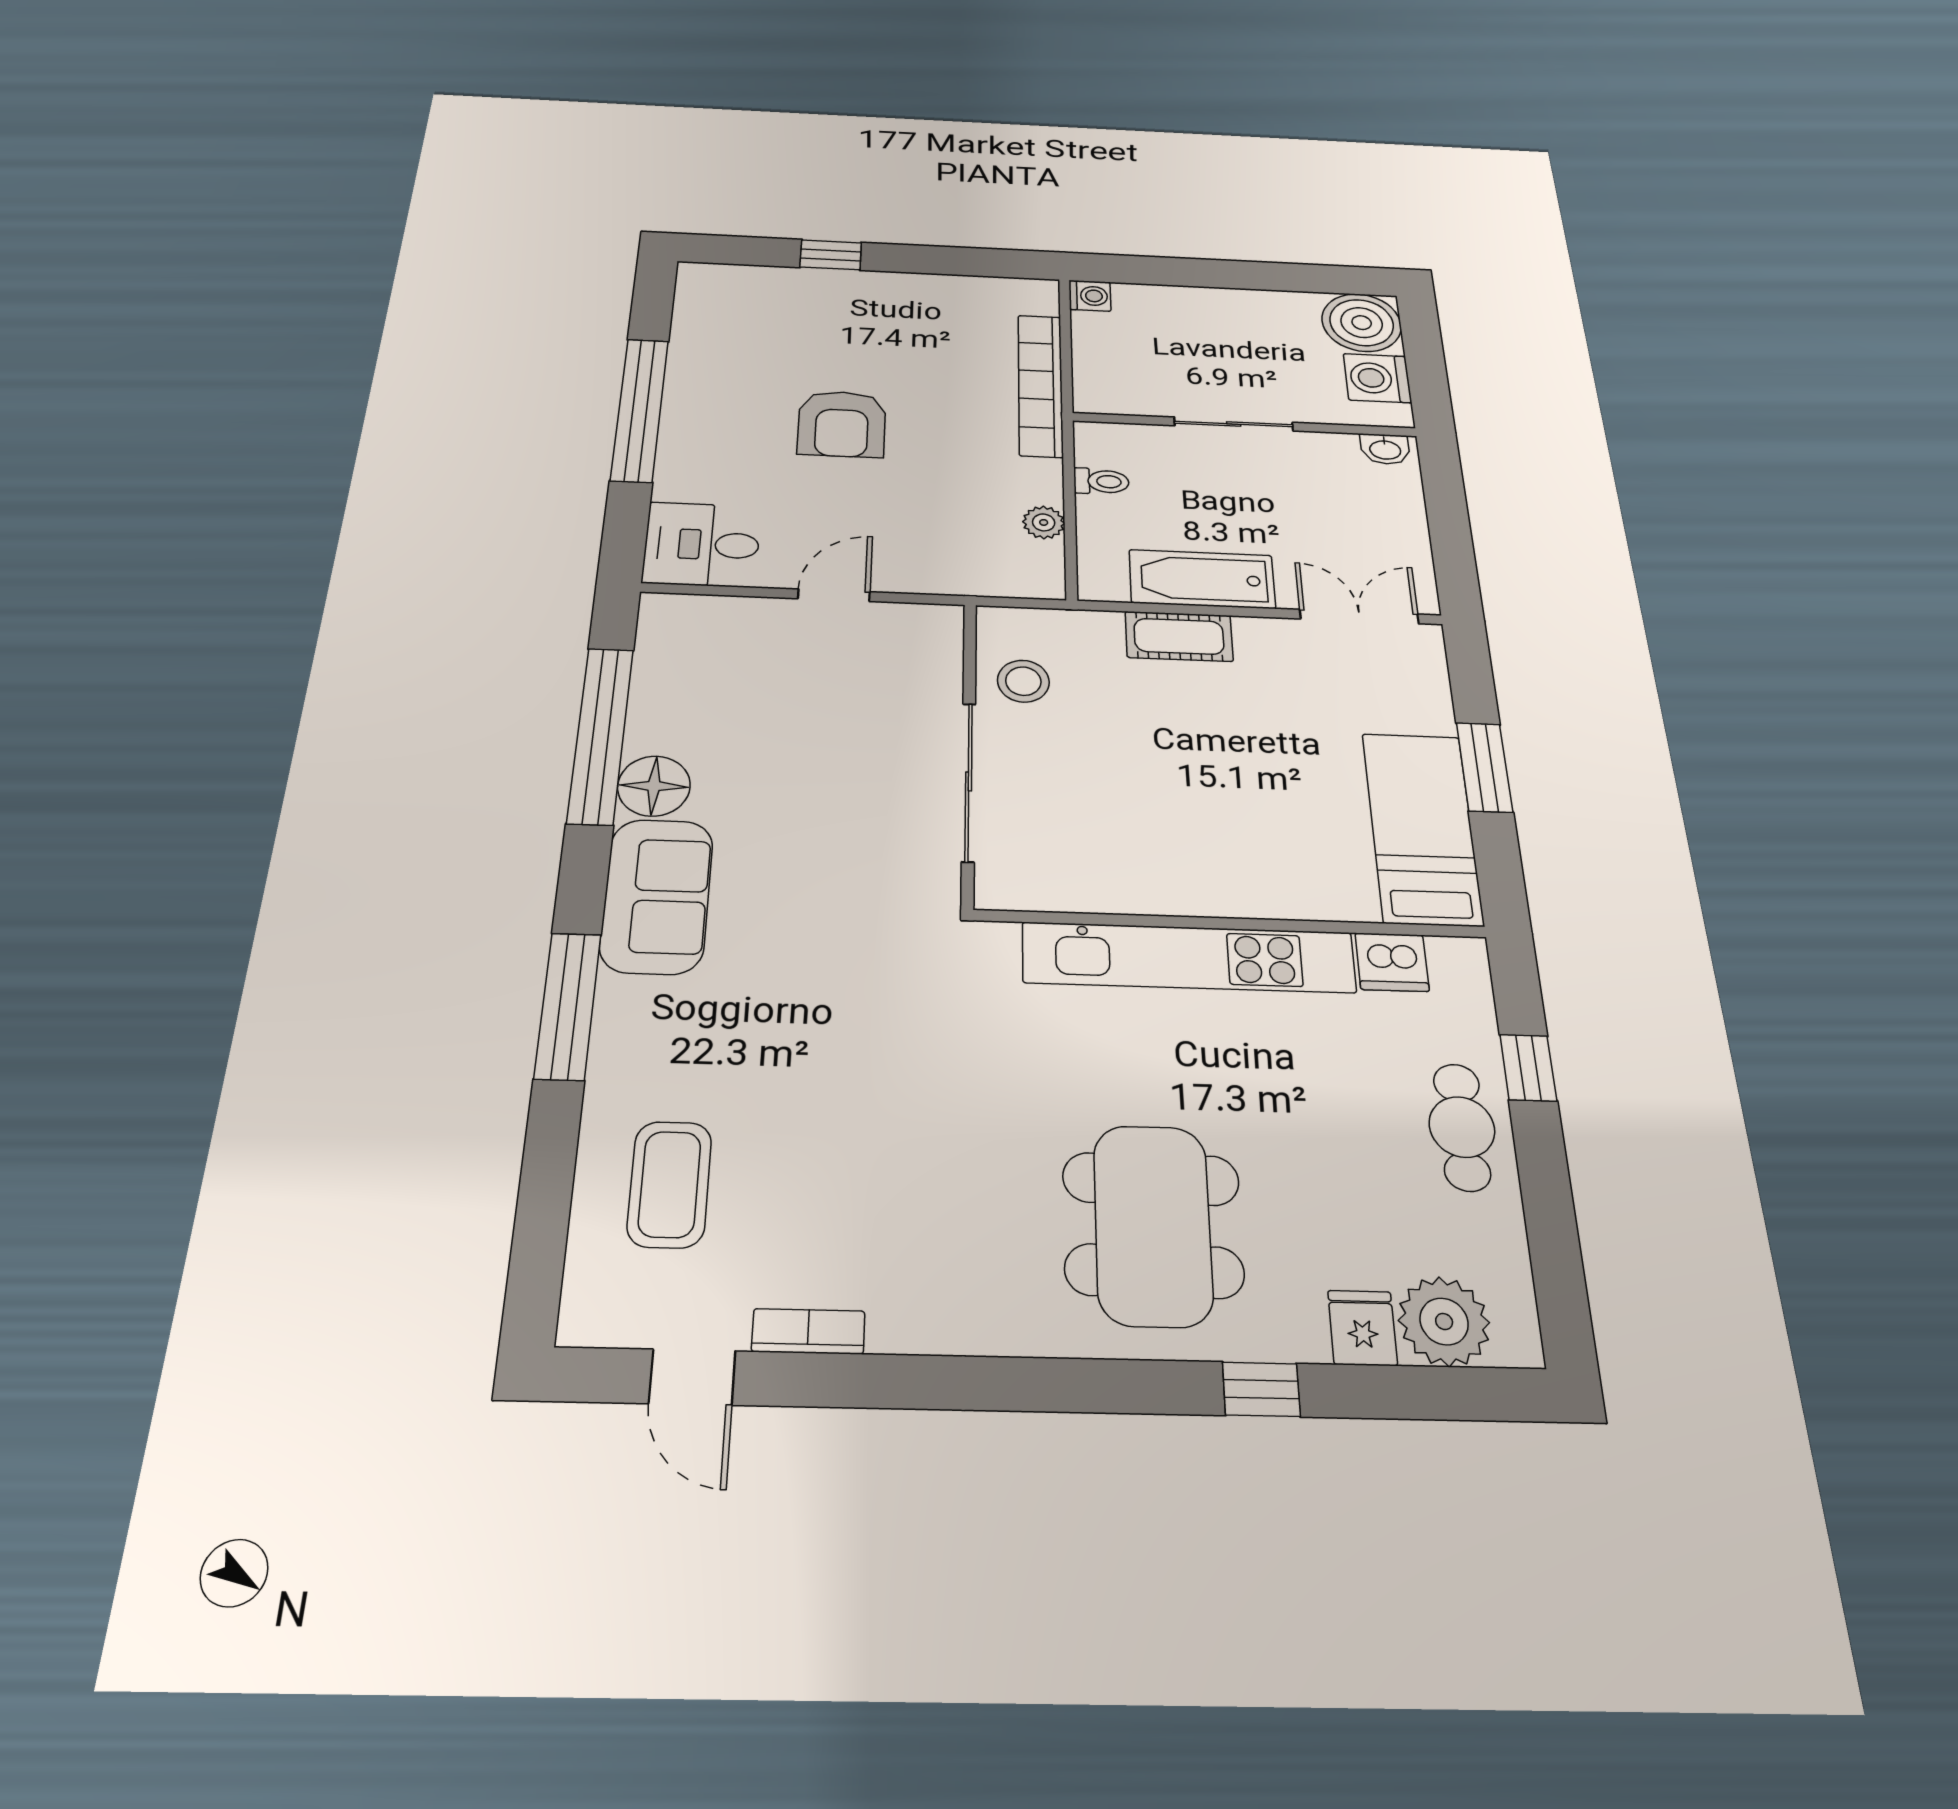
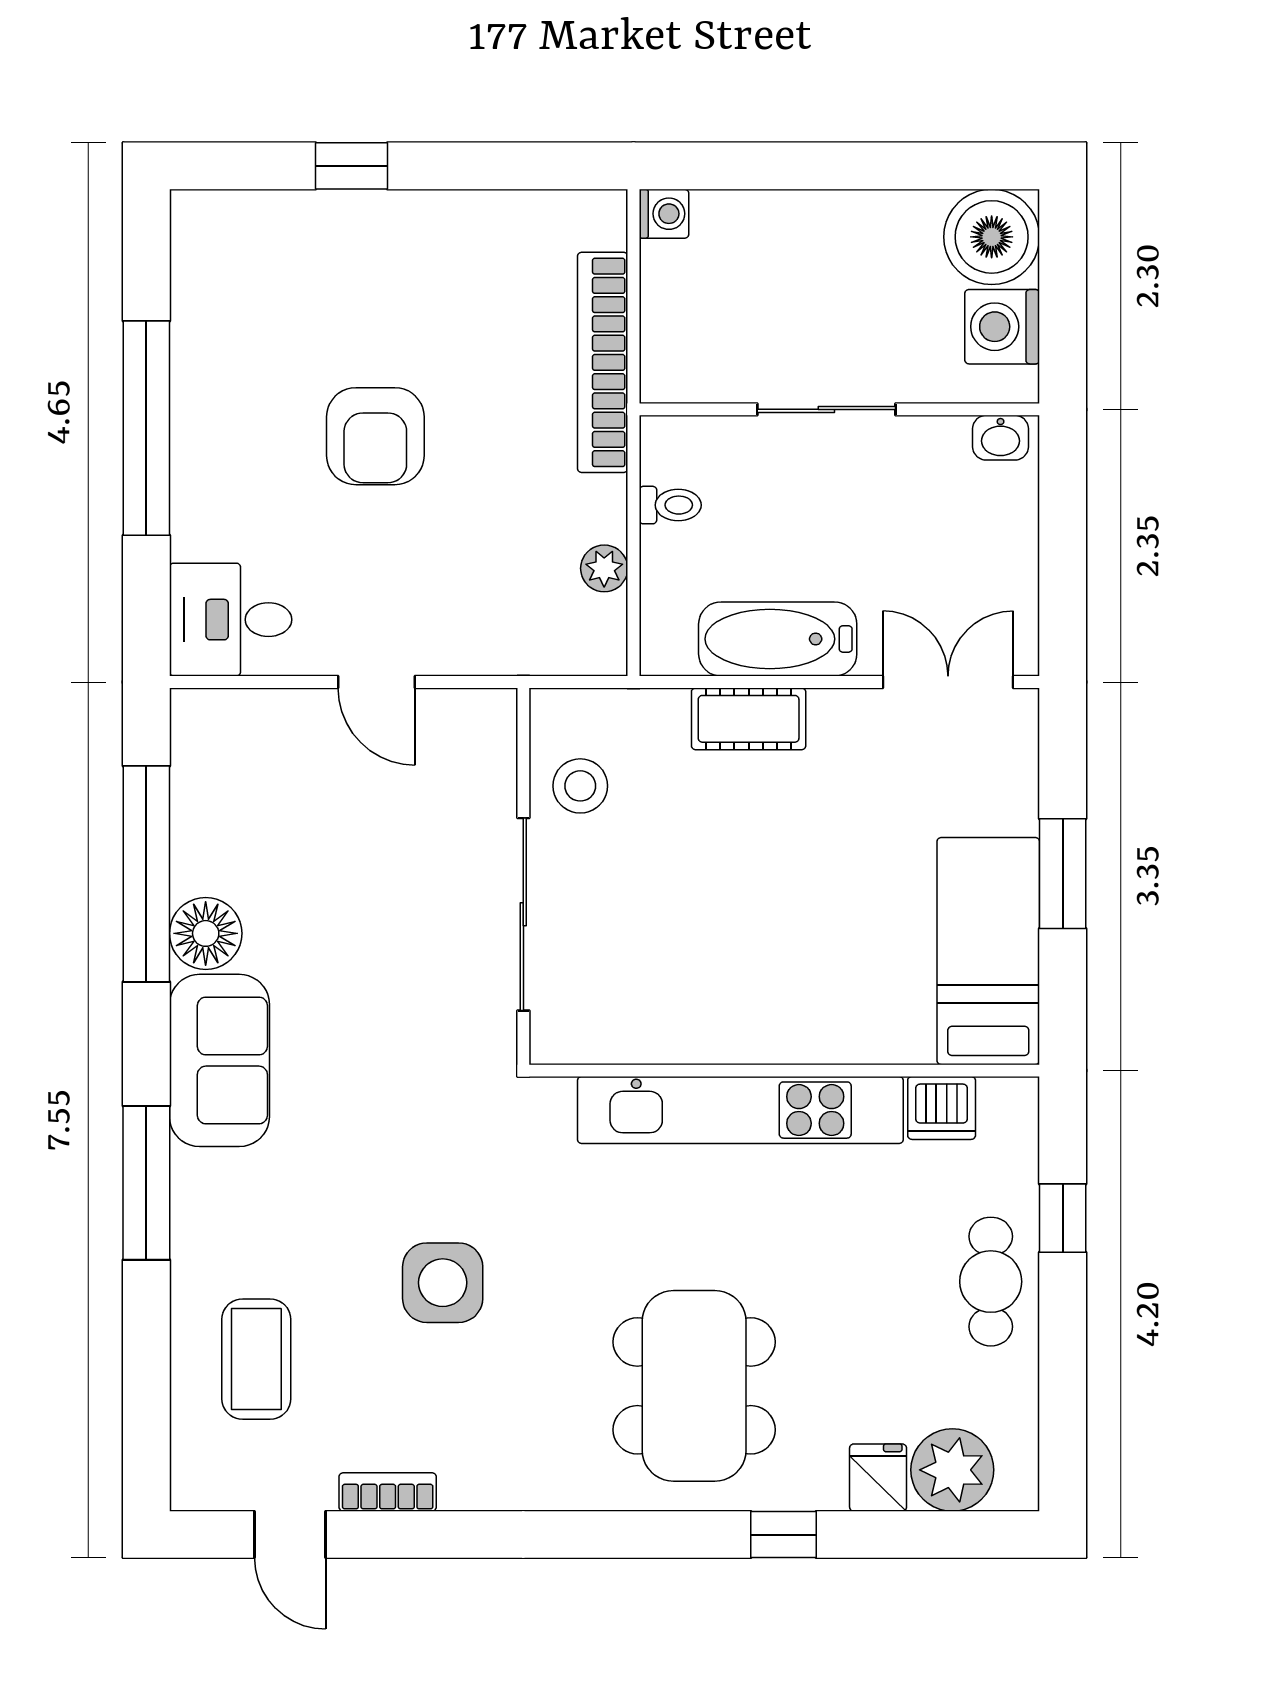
door: (834, 595) -> (377, 682), swing flipped
side table: (879, 1112) -> (443, 1283), added

